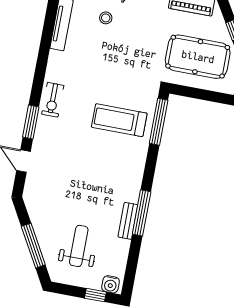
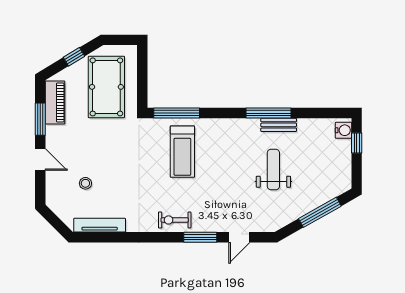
exercise bike: (53, 100) -> (175, 220), turned 180
weight bench: (79, 246) -> (273, 170), moved, turned 90

